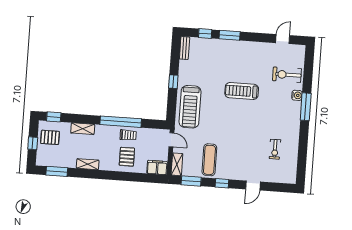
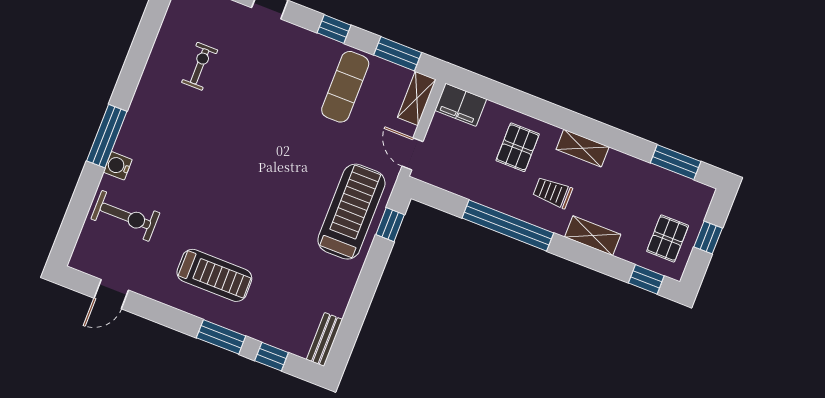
window: (173, 82) -> (390, 225), moved
treadmill: (242, 91) -> (214, 275), moved
trolley: (128, 135) -> (553, 193), moved
pallet: (50, 137) -> (668, 238), turned 90
shelving: (88, 164) -> (583, 148), moved

